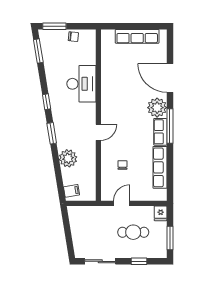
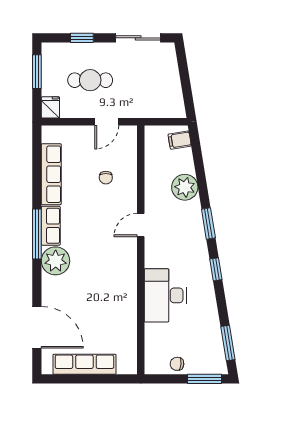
door: (170, 78) -> (37, 327), moved

